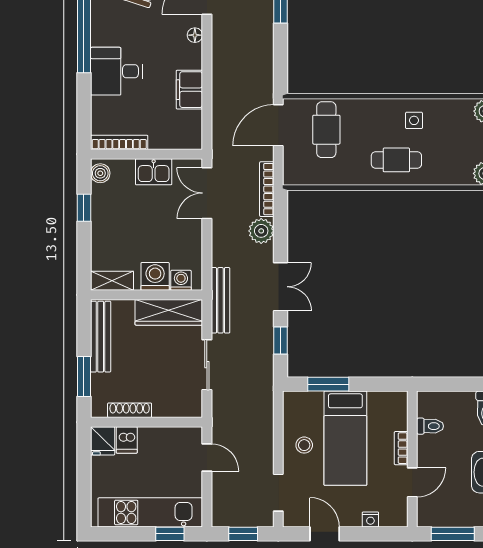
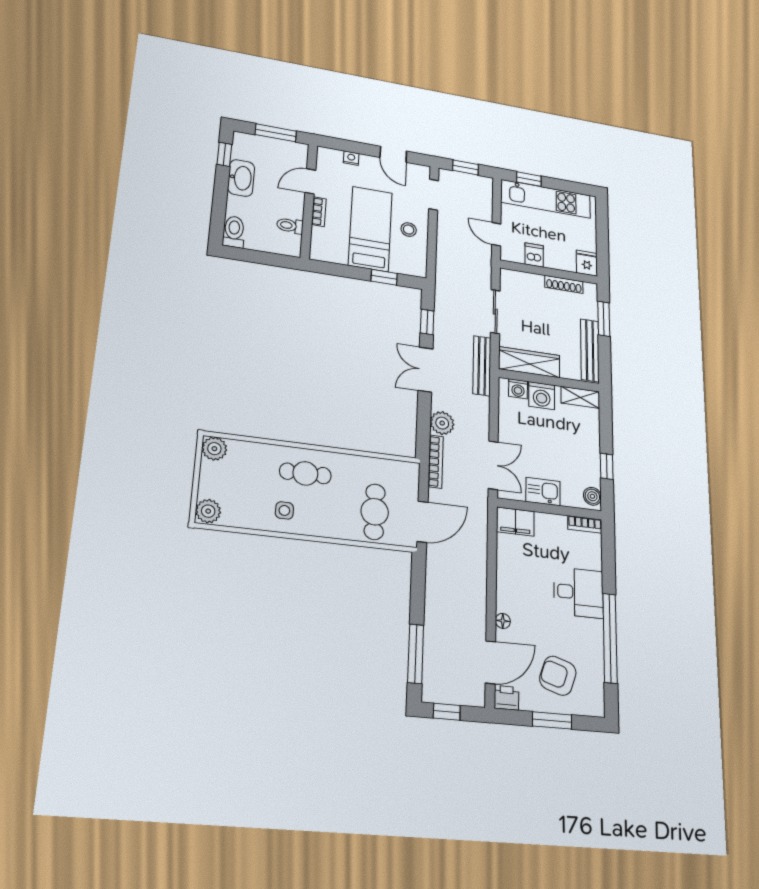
filing cabinet: (189, 90) -> (515, 522), moved, turned 90
bookcase: (119, 142) -> (585, 524), width x0.64
window: (328, 384) -> (384, 277), width x0.67
dishwasher: (127, 440) -> (534, 255), moved

